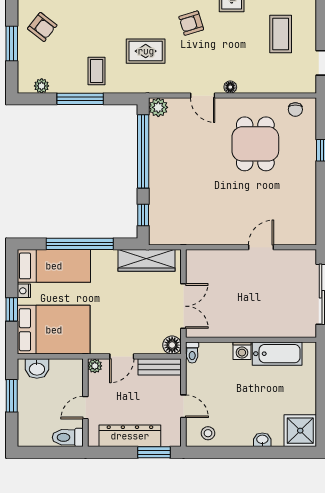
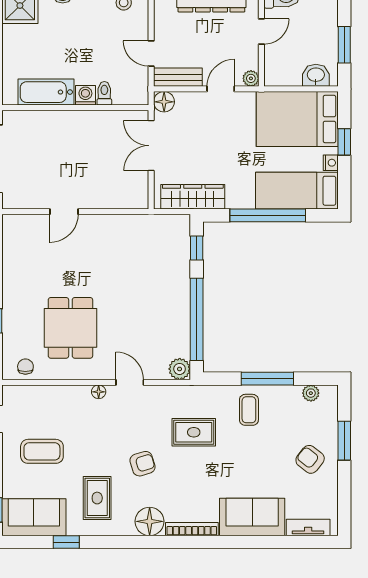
coffee table: (281, 34) -> (42, 451), turned 90
toilet: (192, 353) -> (104, 93), moved
door: (183, 406) -> (151, 54), moved

